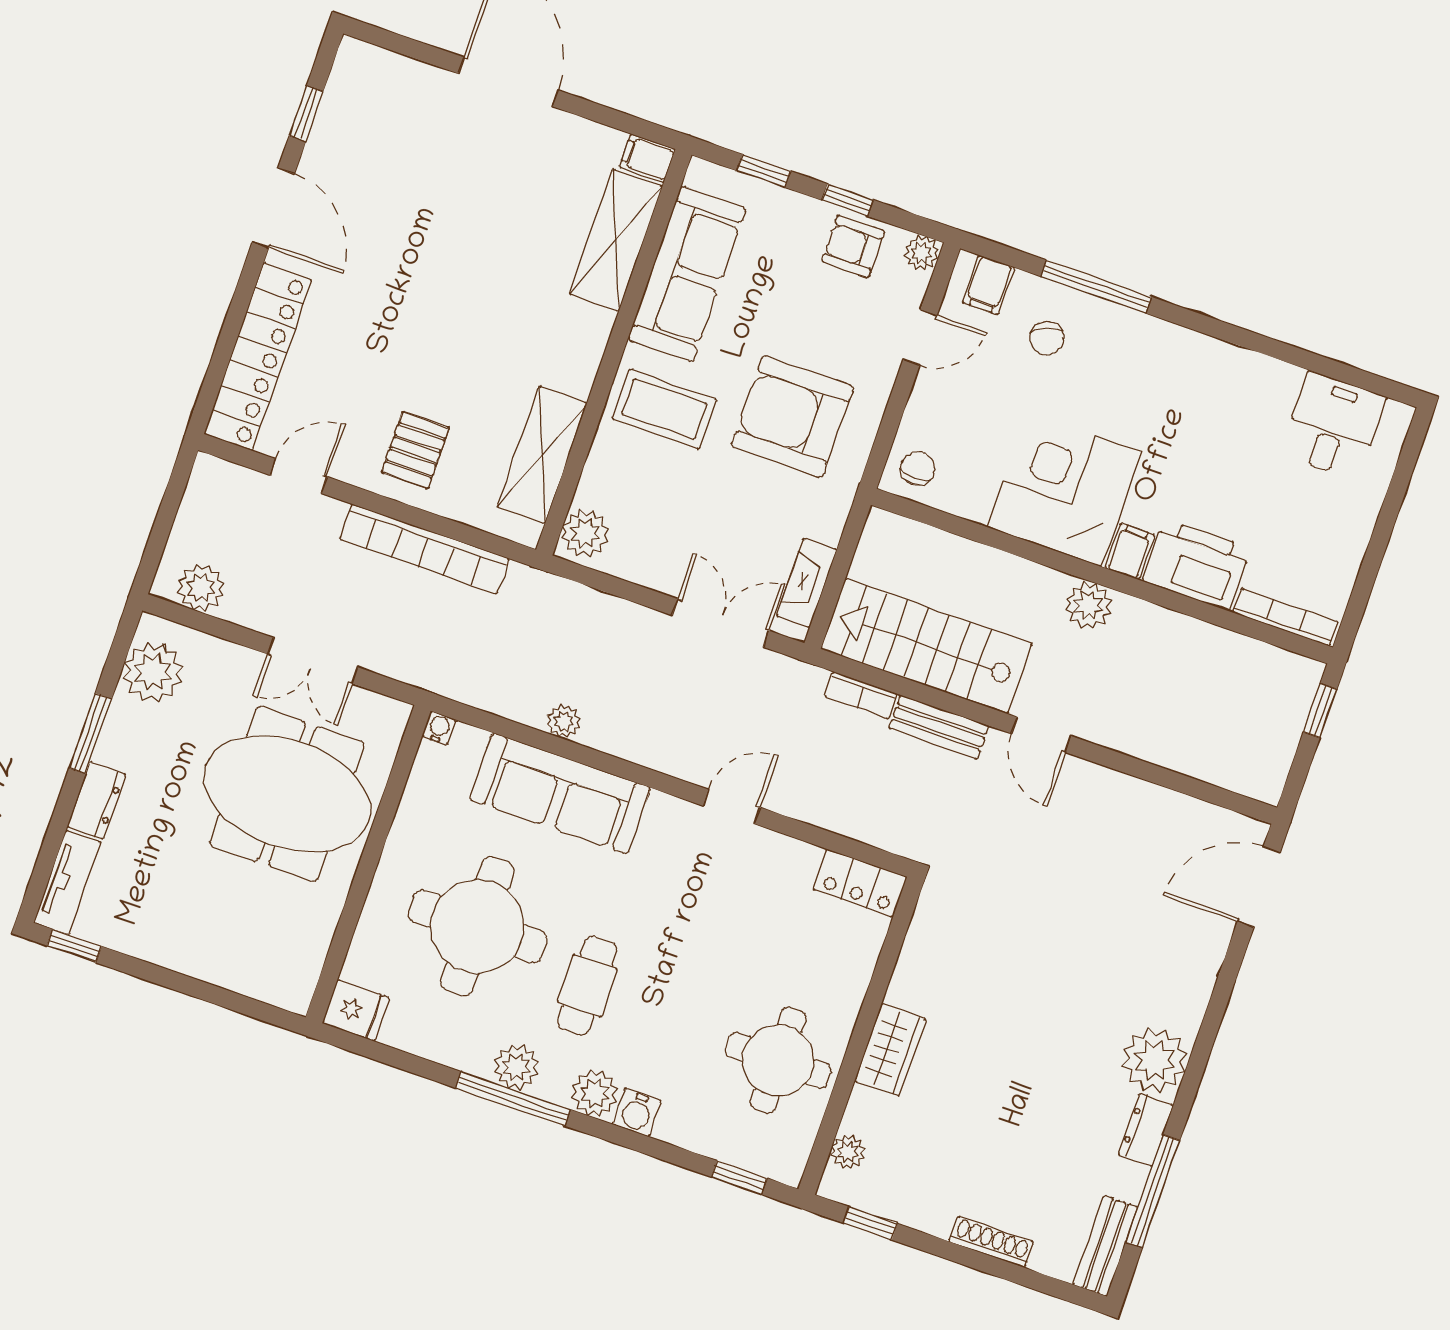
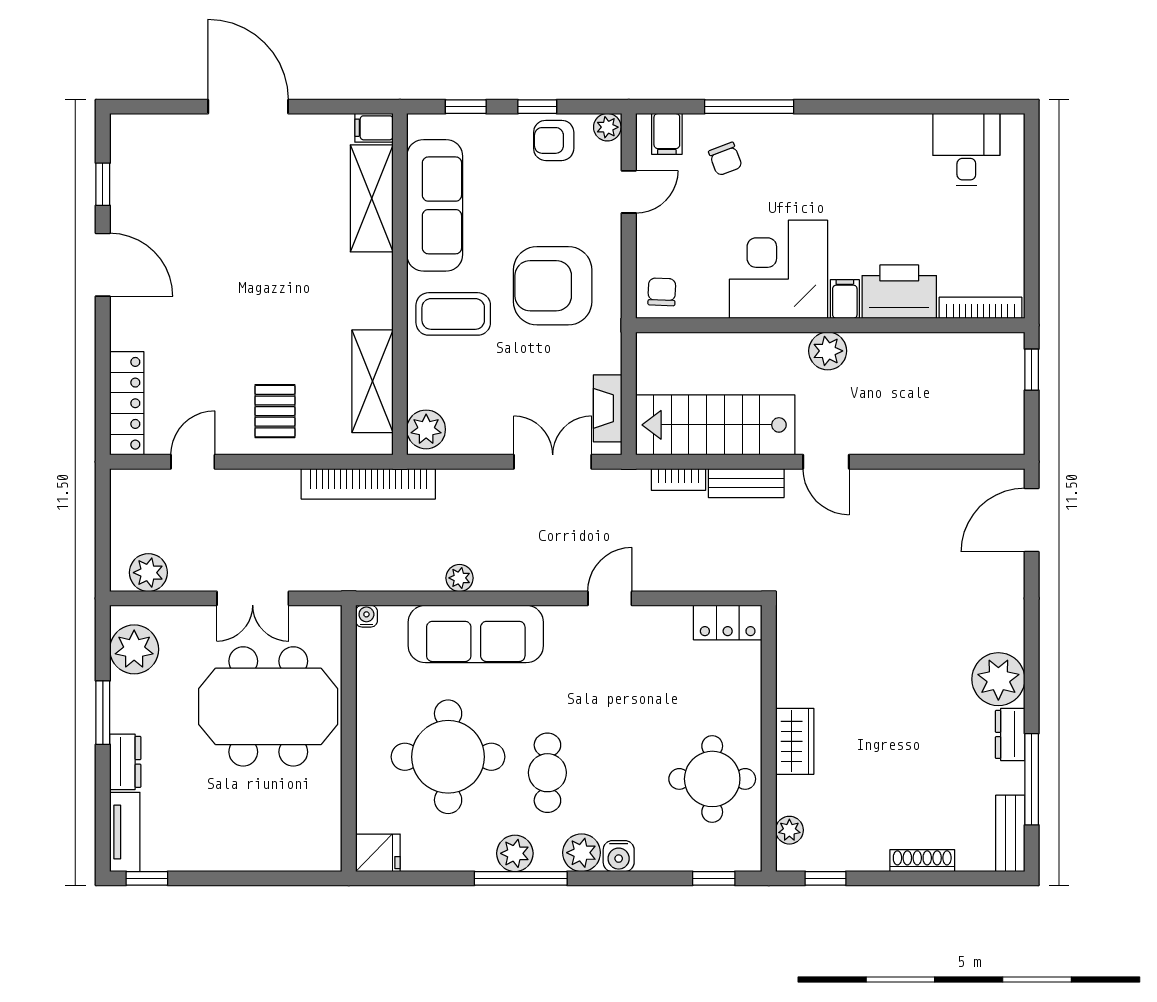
locker: (258, 357) -> (127, 403), width x0.71, depth x0.83
bookcase: (424, 549) -> (368, 484), moved

